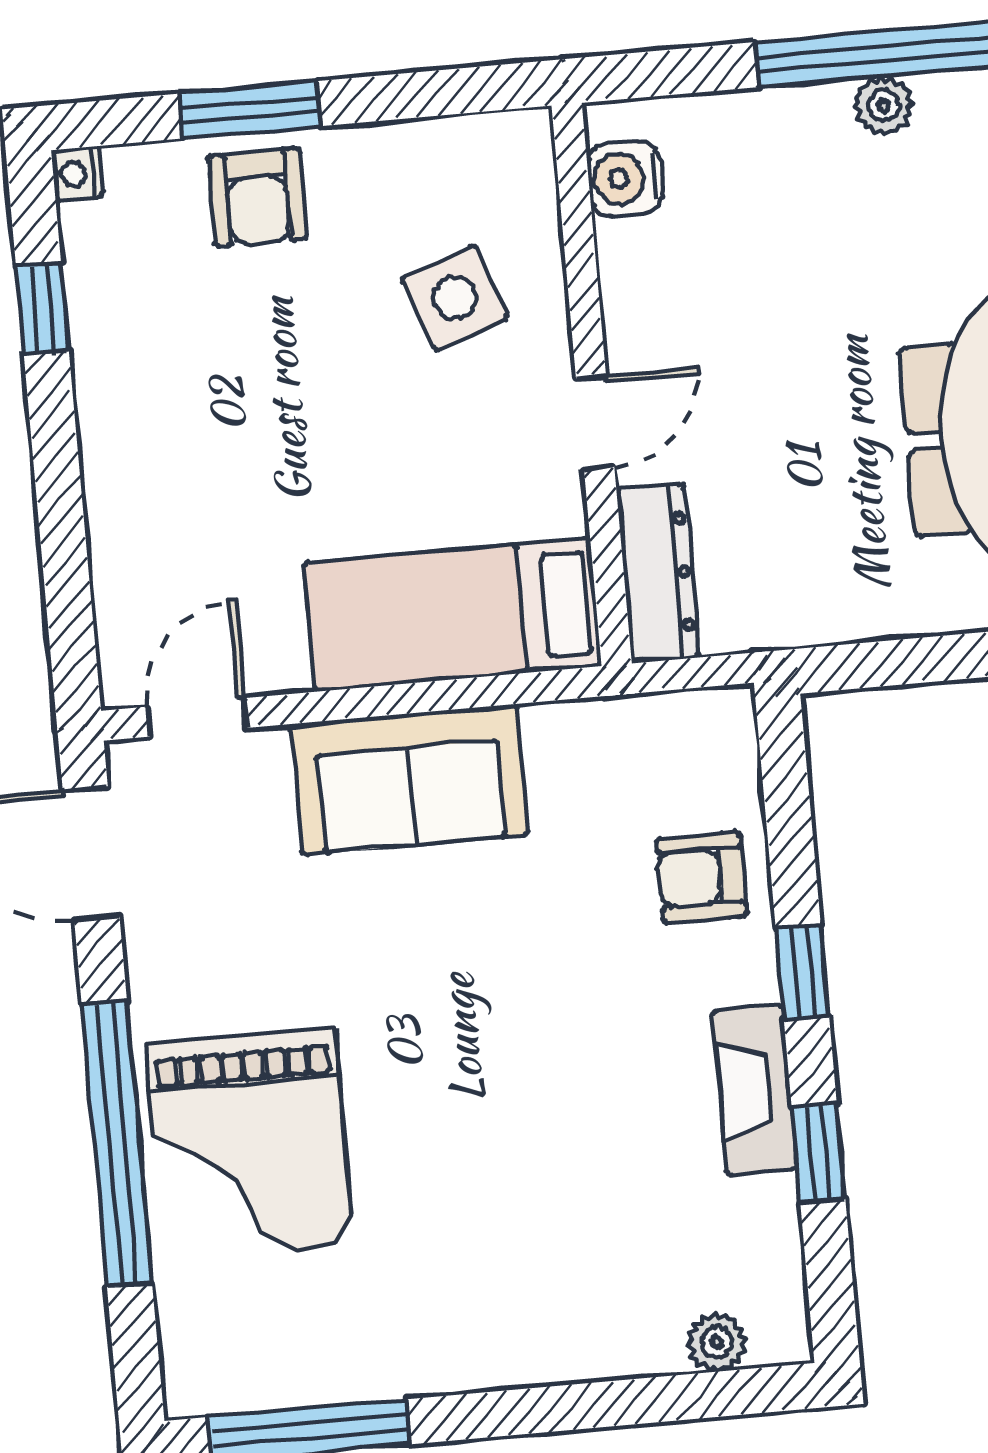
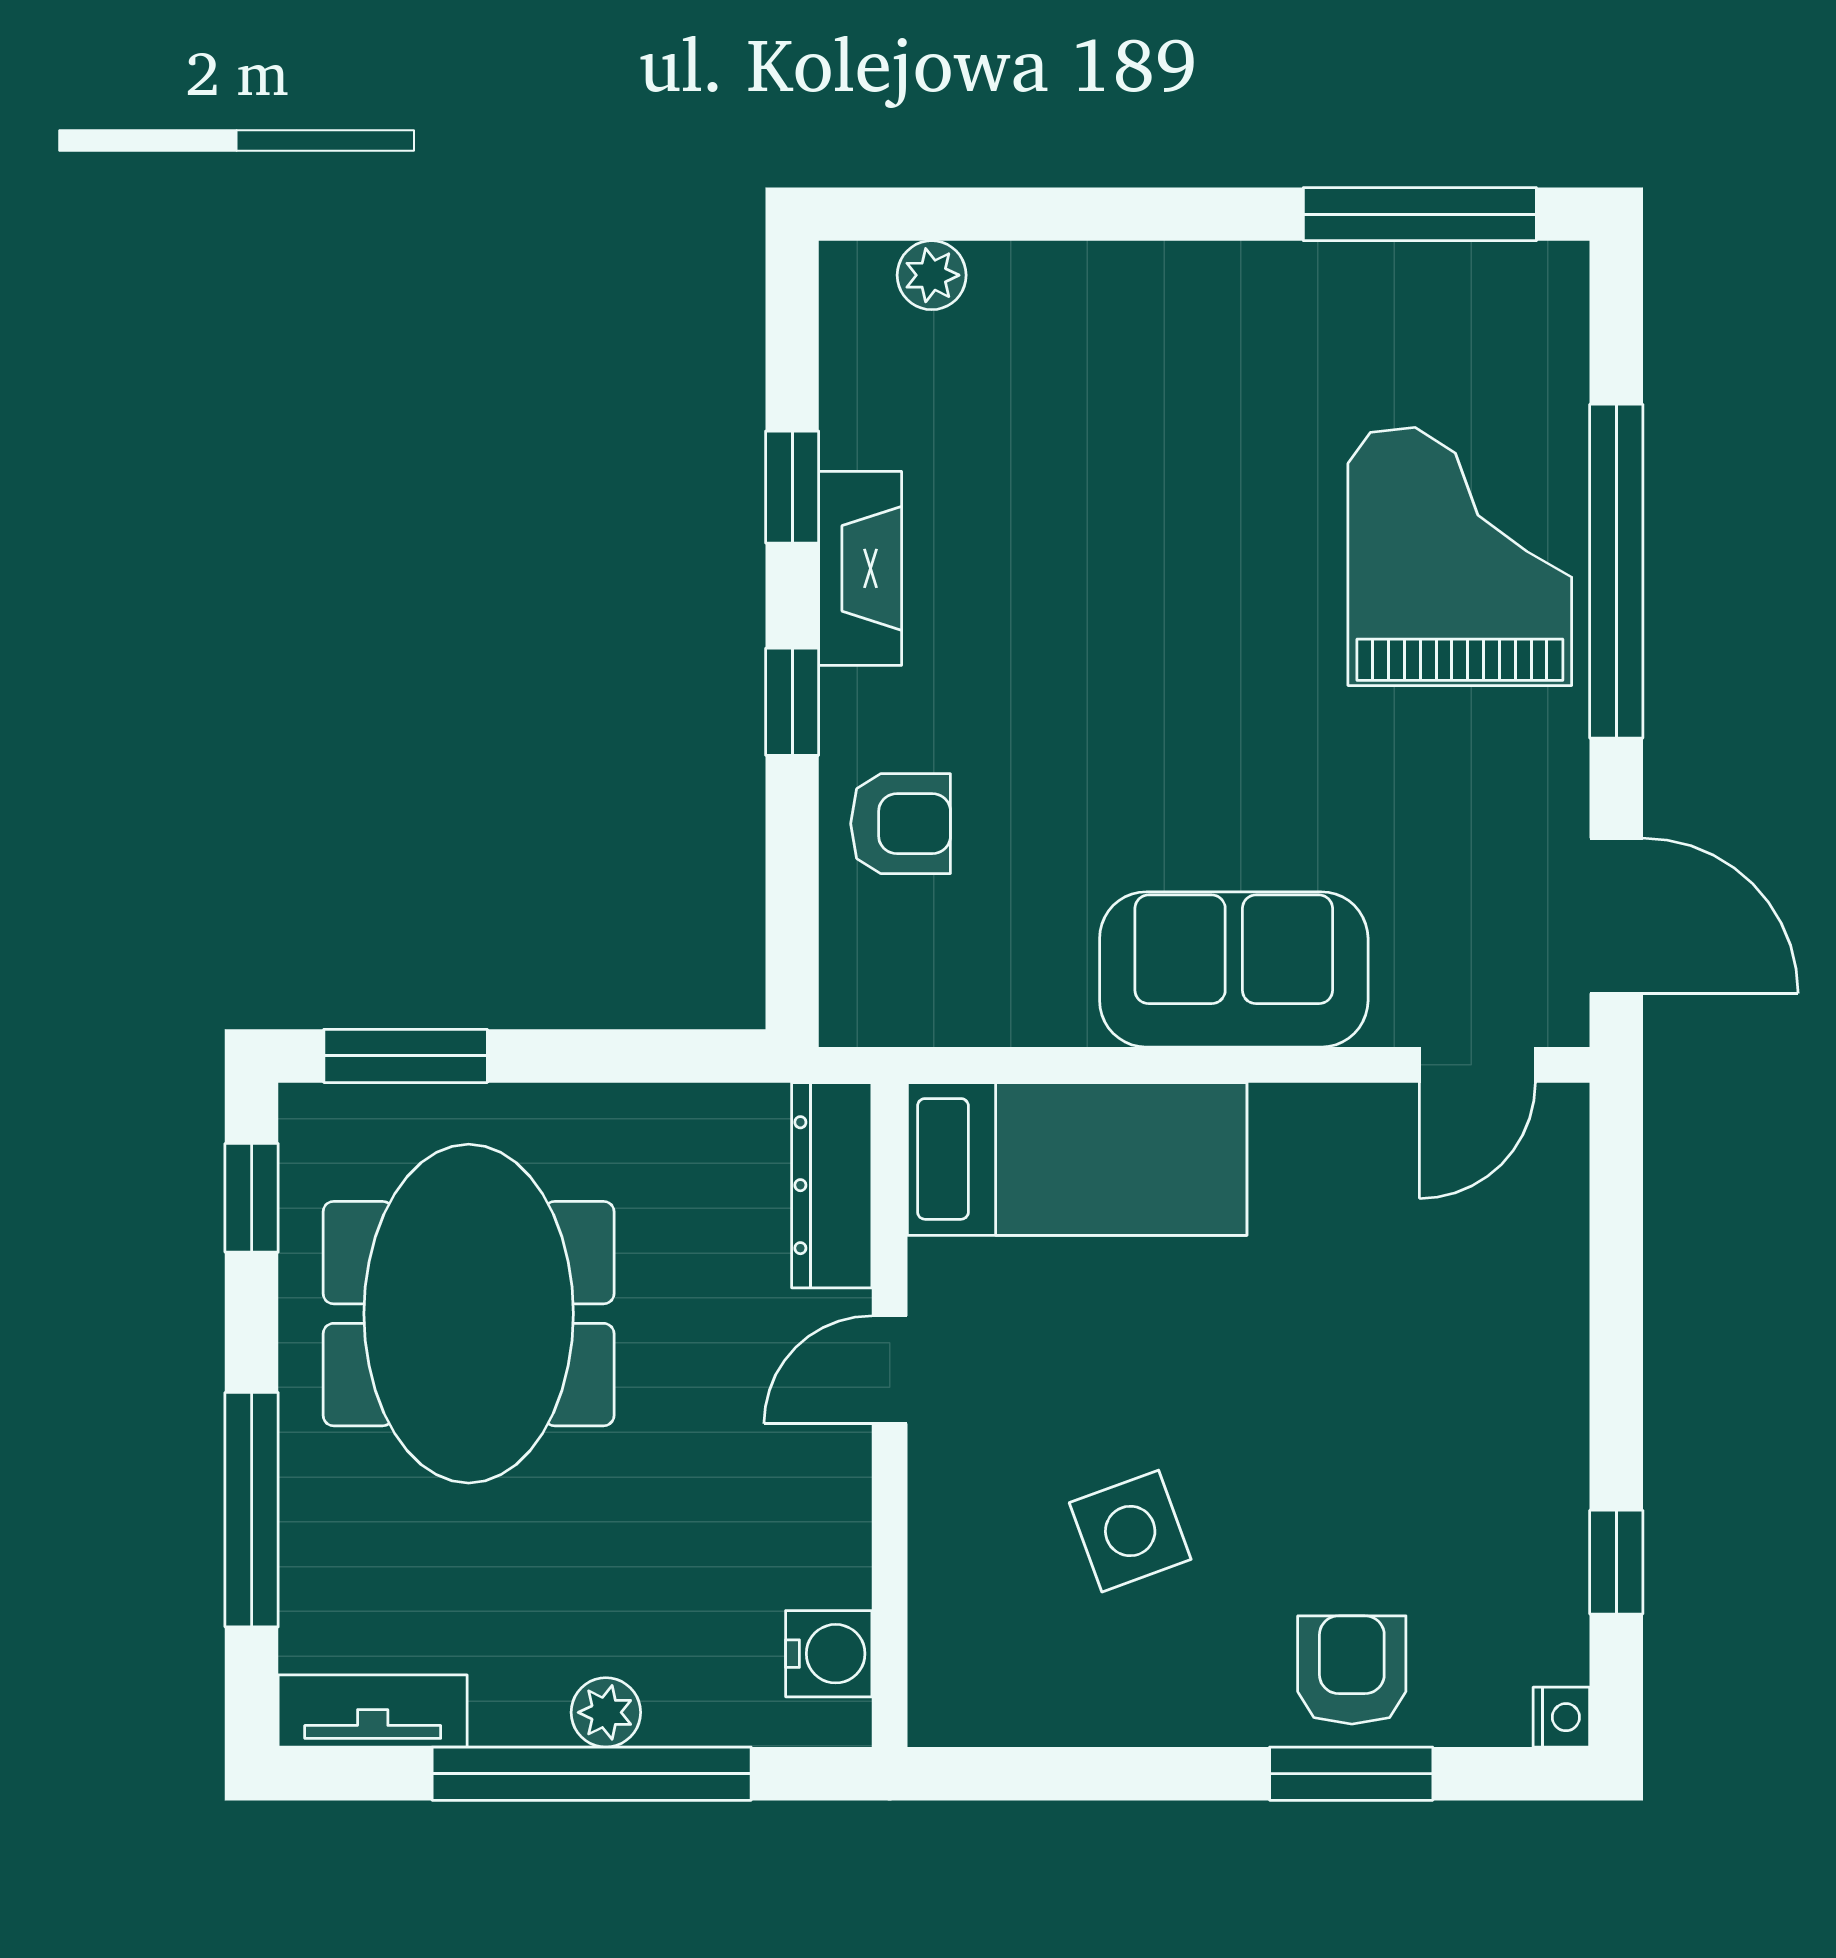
water cooler: (625, 178) -> (829, 1654), moved
wall: (592, 384) -> (890, 1415), moved
door: (595, 422) -> (890, 1370), moved
dresser: (658, 574) -> (832, 1185), moved
bed: (453, 614) -> (1077, 1159), moved

